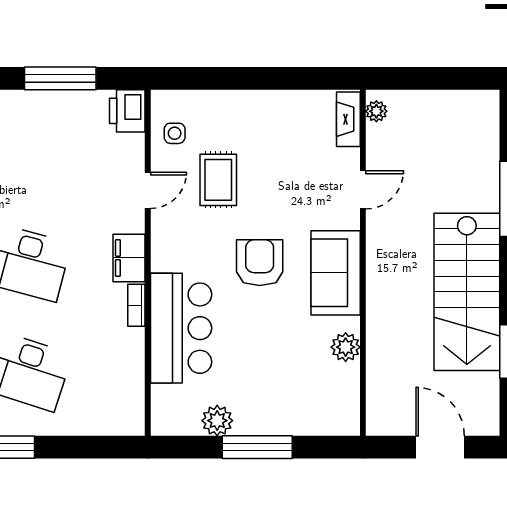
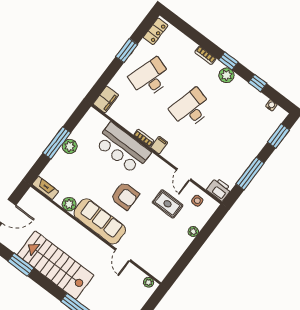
plant: (232, 100) -> (193, 232), added
fireplace: (348, 119) -> (45, 188), moved
filing cabinet: (129, 258) -> (159, 145), width x0.50
sofa: (336, 273) -> (100, 221), width x1.36
filing cabinet: (120, 419) -> (106, 99), added
plant: (217, 421) -> (70, 146), moved

